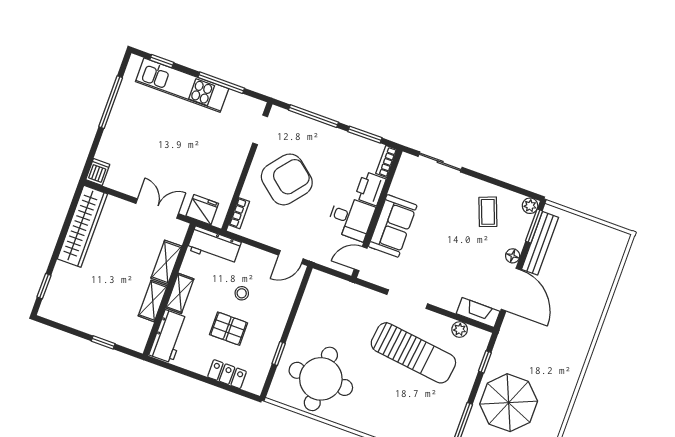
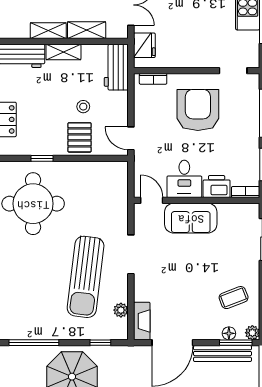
armchair: (287, 179) -> (198, 110), turned -129
floor lamp: (513, 256) -> (229, 333), moved
pallet: (229, 329) -> (80, 137), moved

